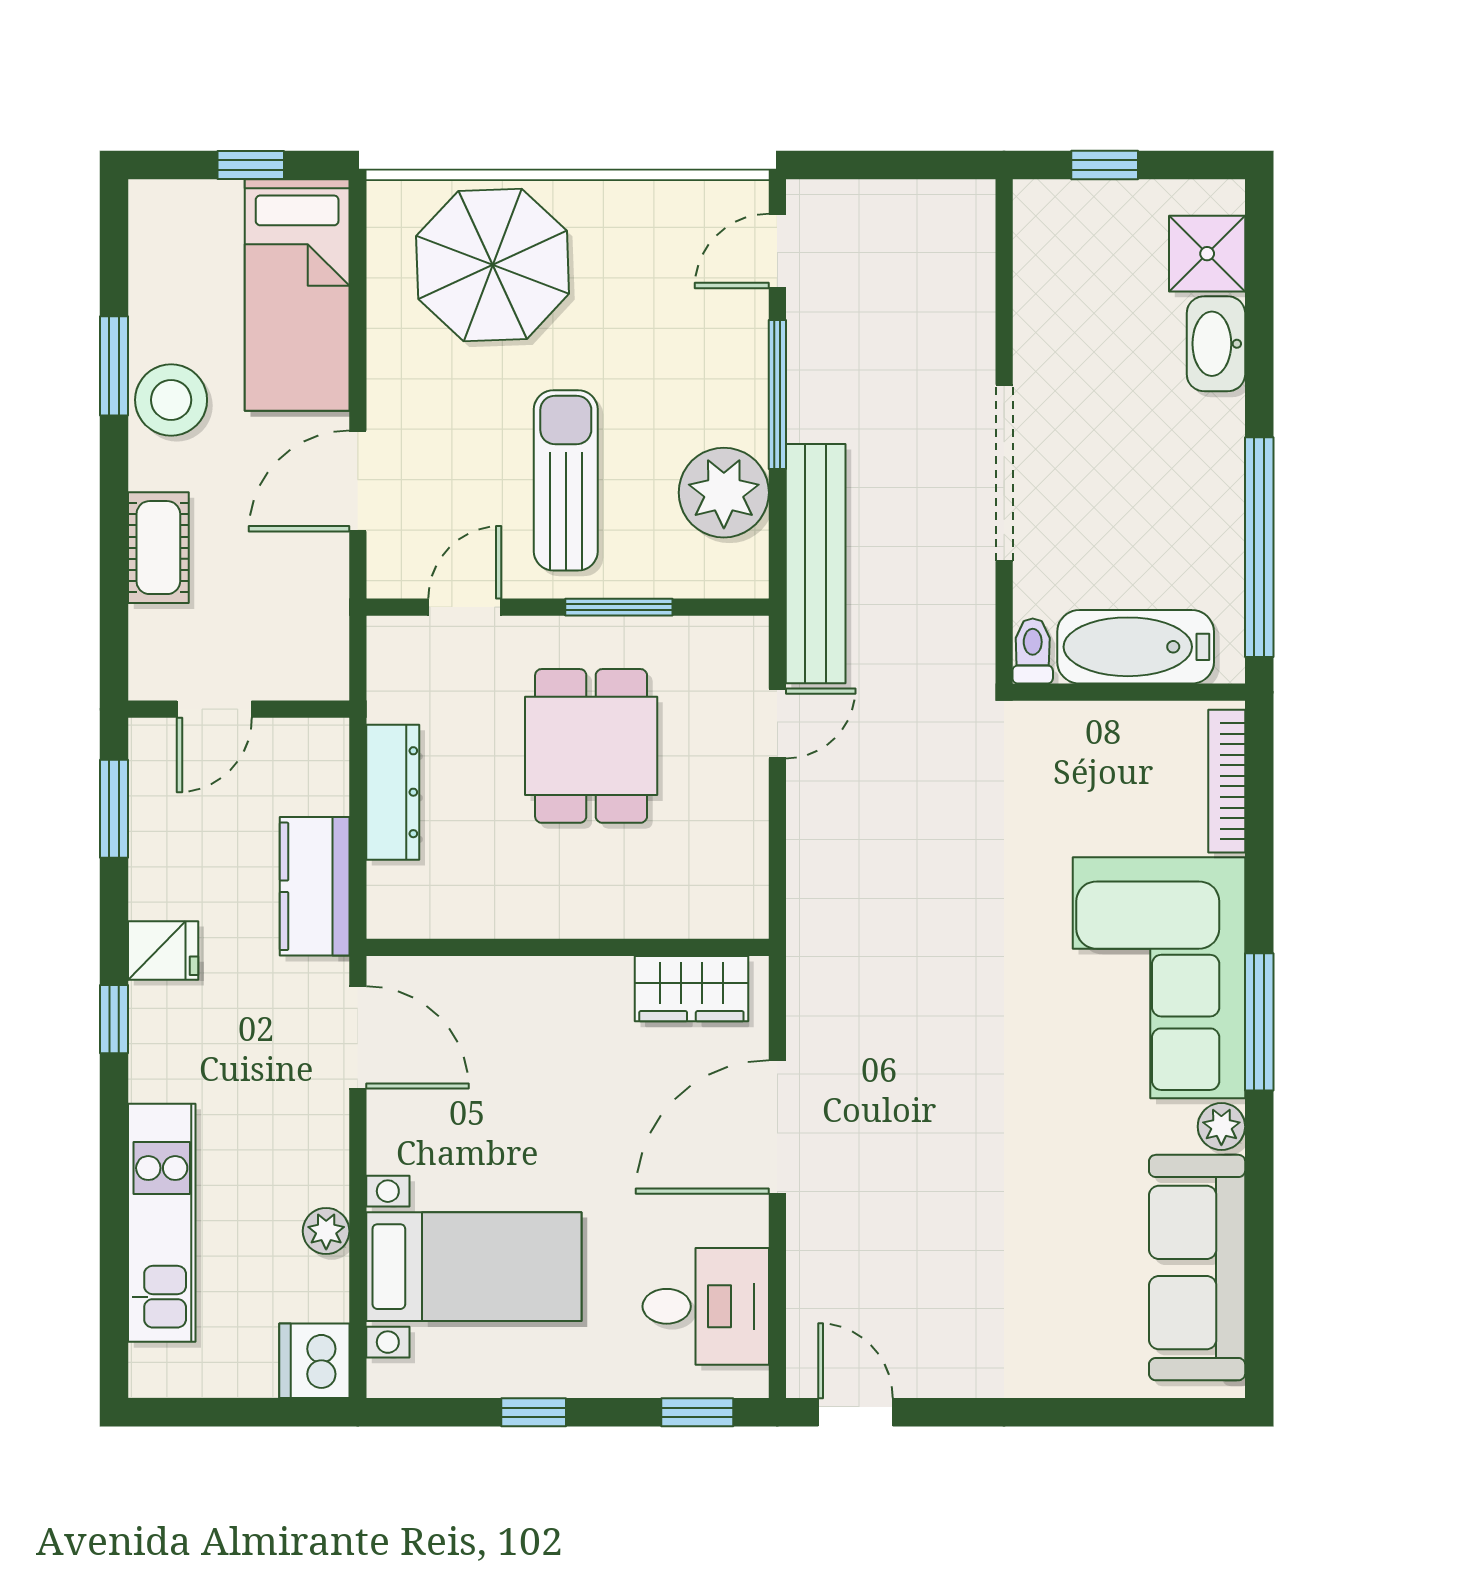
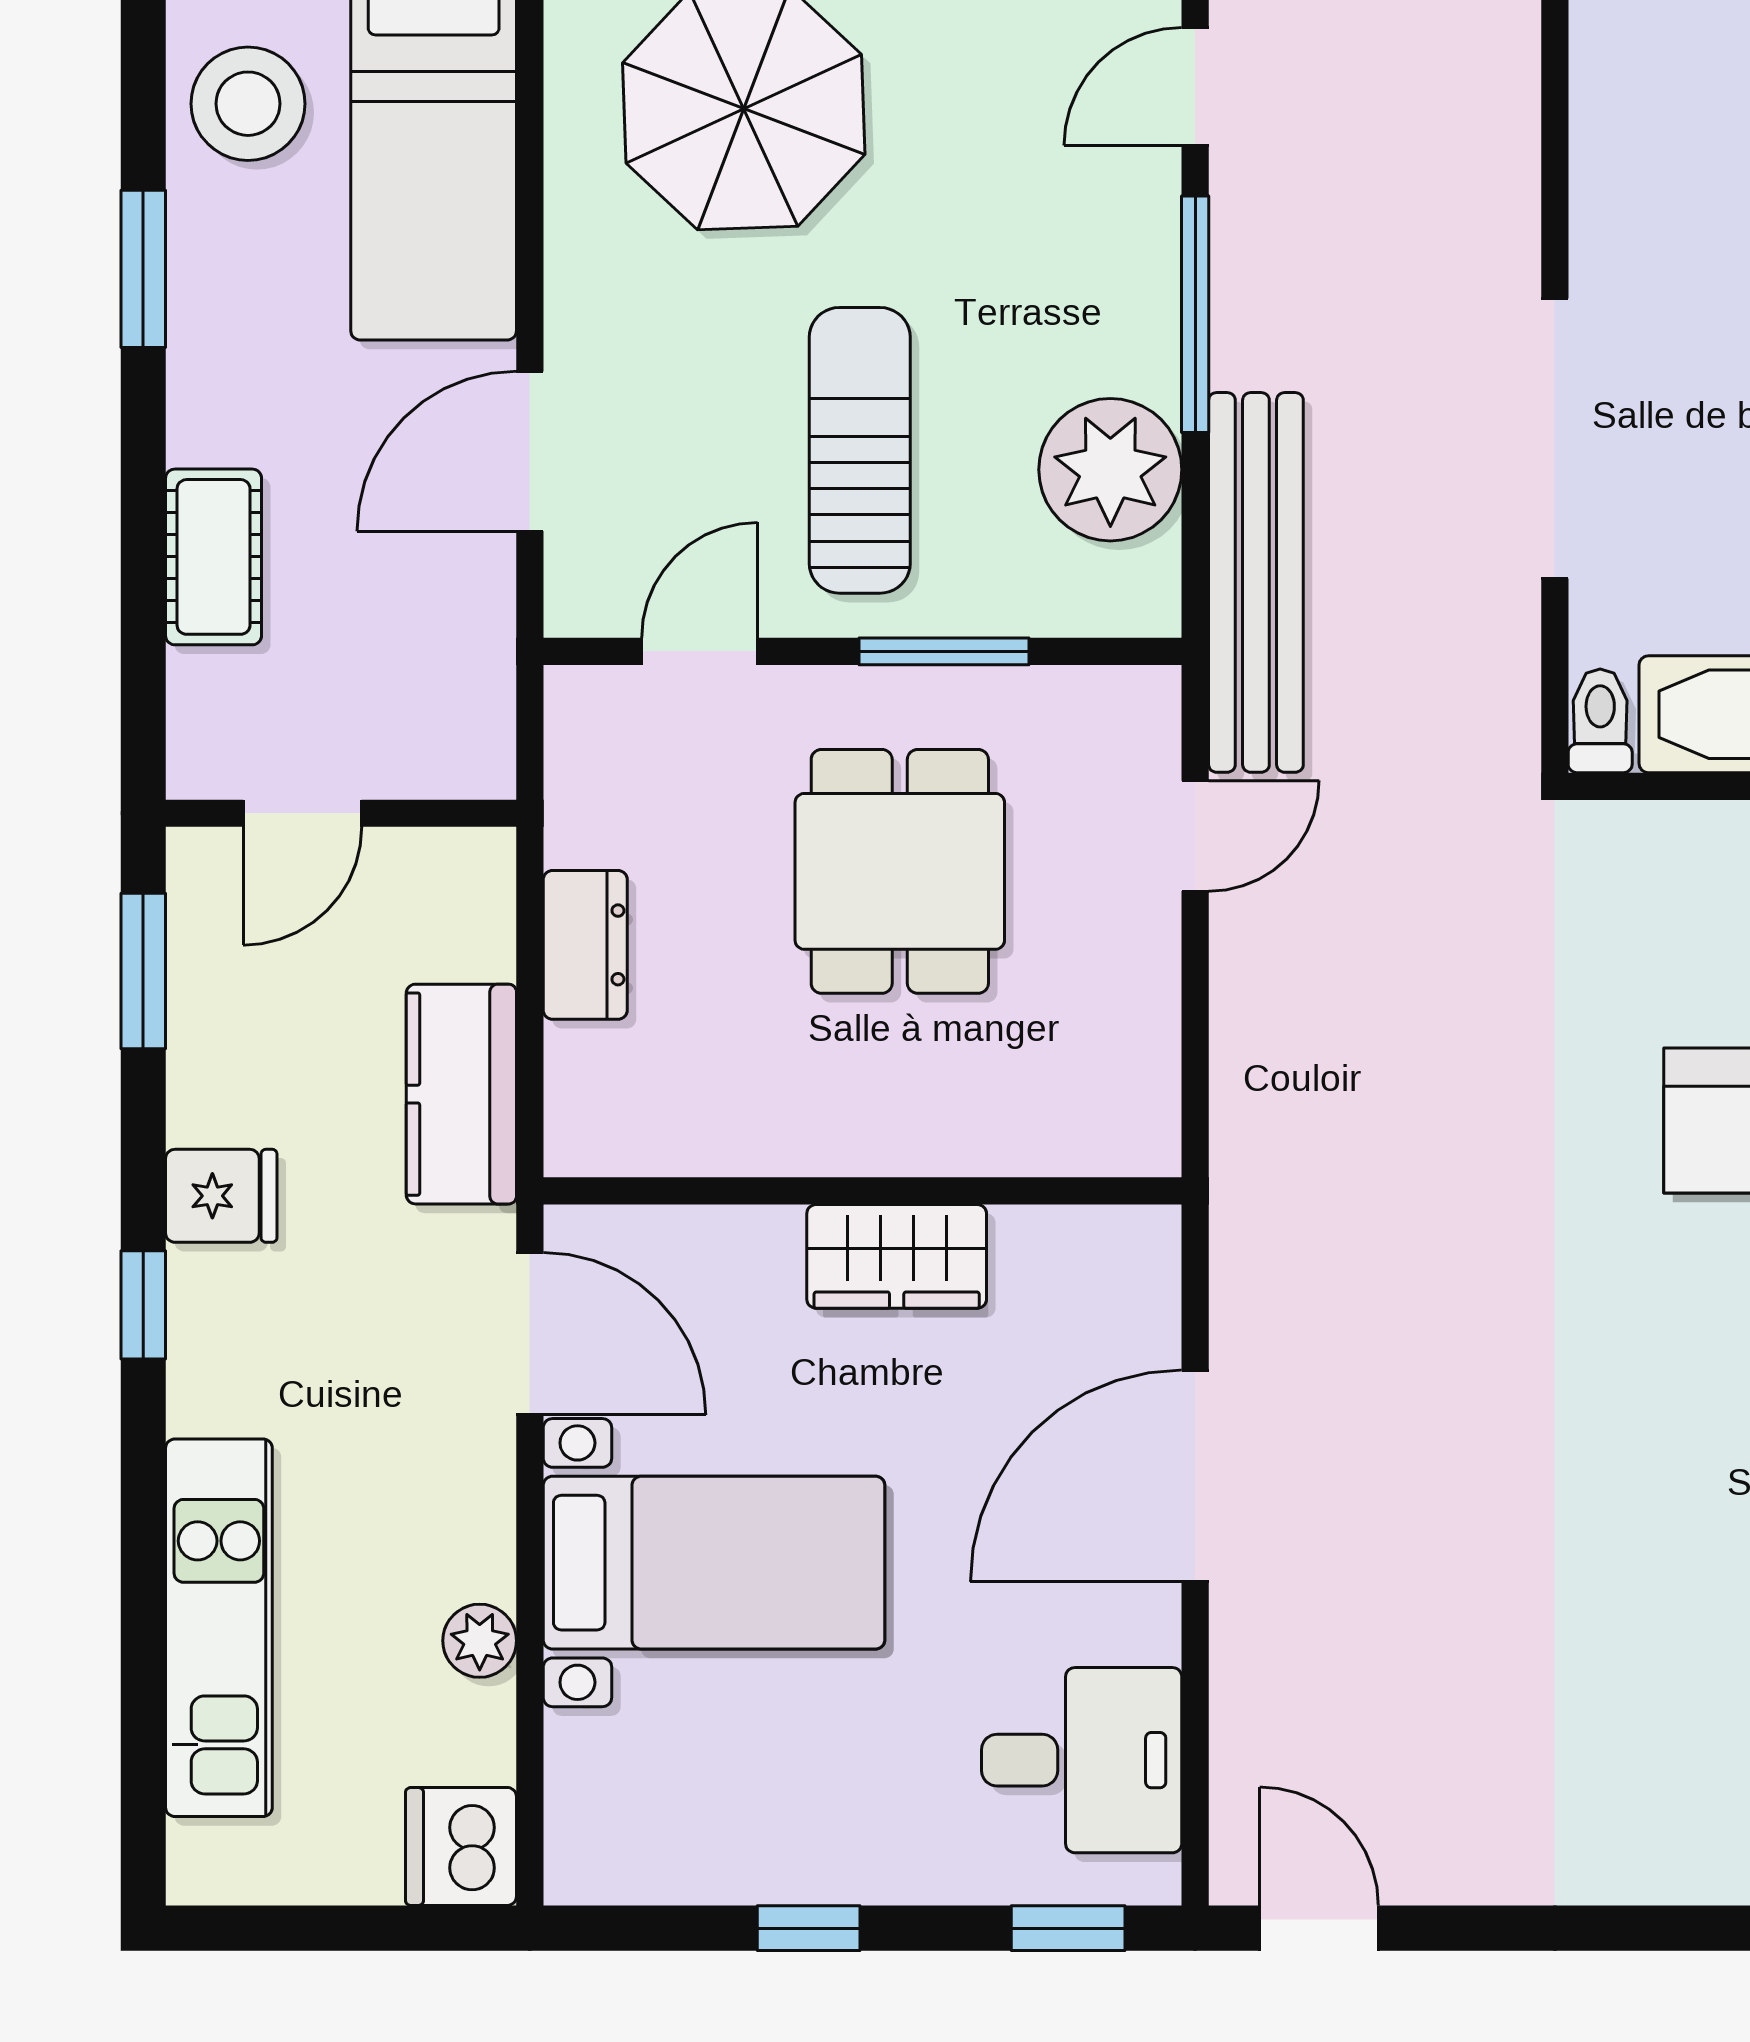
stool: (171, 400) -> (248, 104), moved
dresser: (393, 792) -> (585, 945), width x0.70
wardrobe: (691, 989) -> (897, 1256), moved
bed with nightstands: (474, 1267) -> (714, 1563), moved

